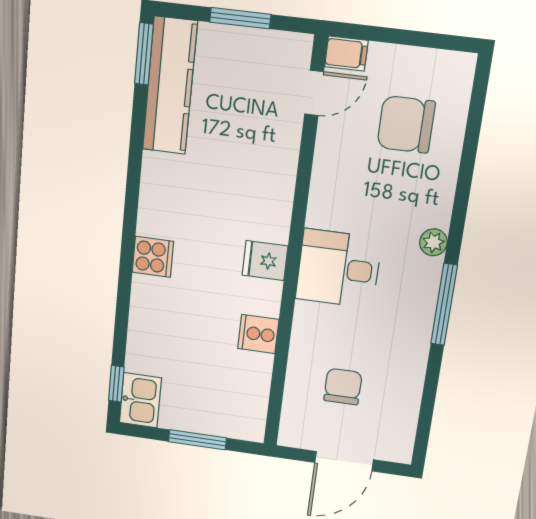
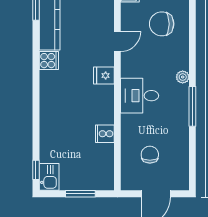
door: (314, 93) -> (117, 41), moved
cooker: (153, 257) -> (49, 61), moved
fridge: (265, 261) -> (104, 76), moved

